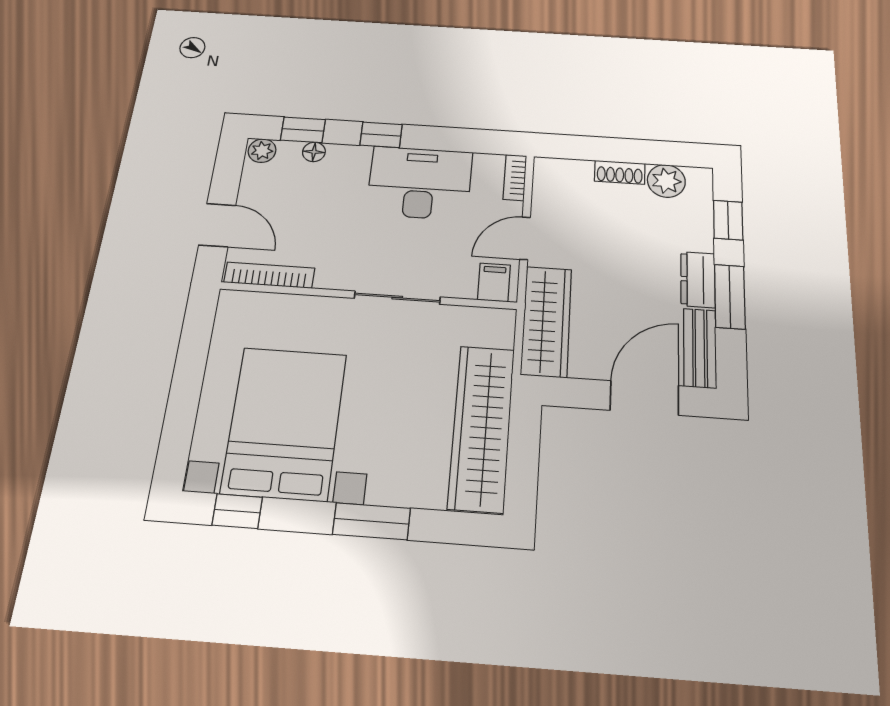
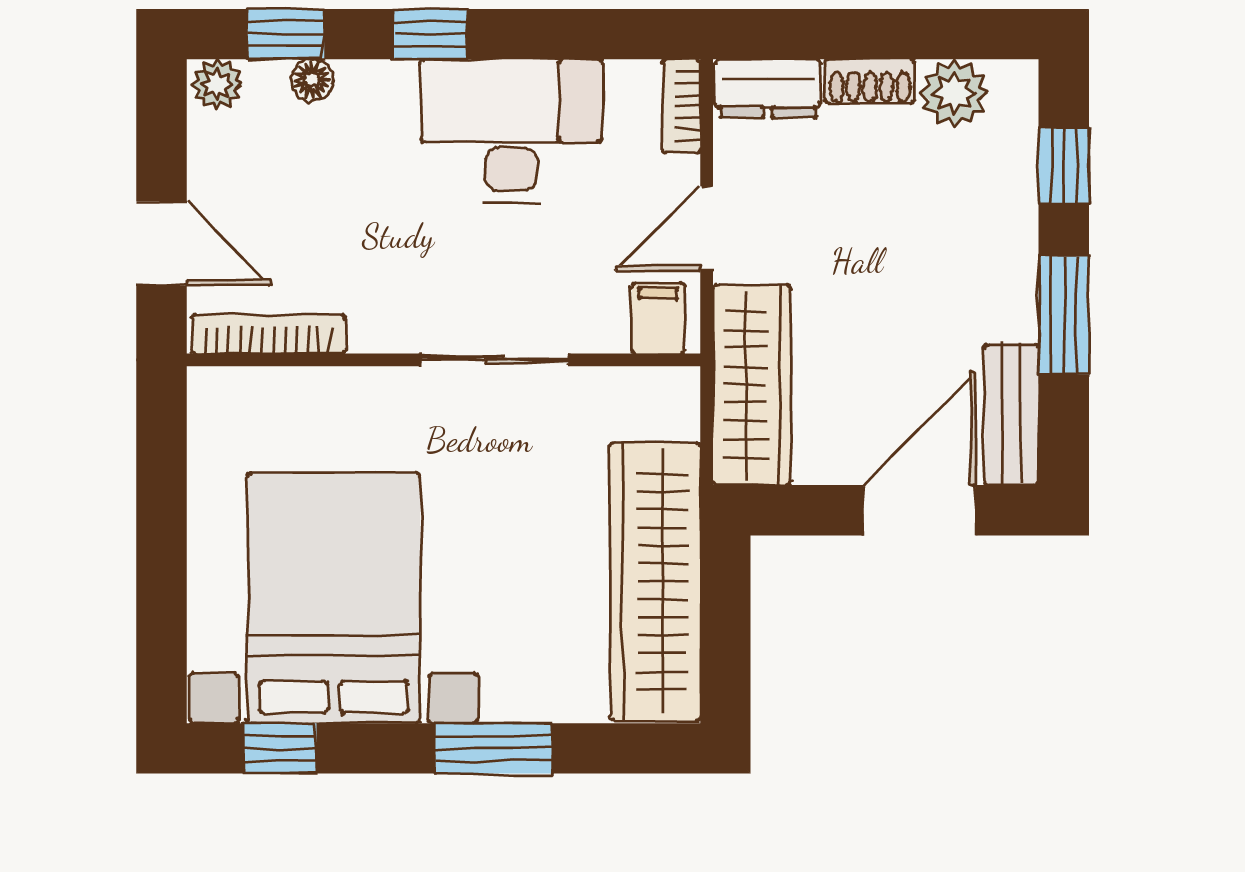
dresser: (698, 280) -> (768, 88), moved, turned -90

